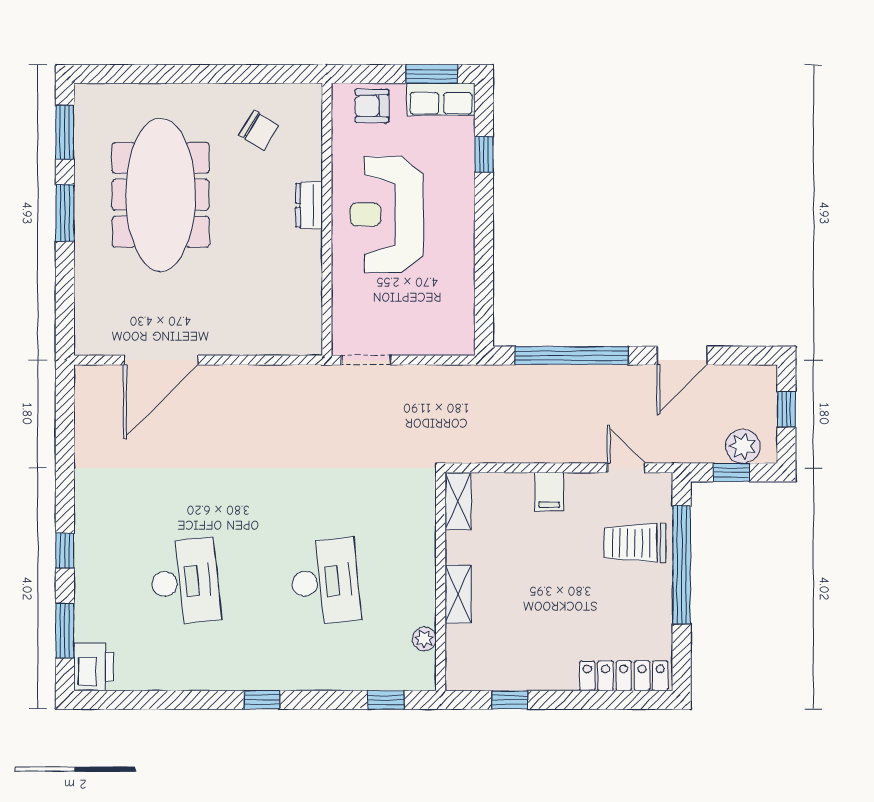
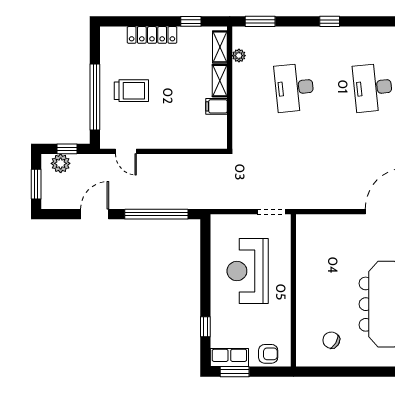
dresser: (309, 205) -> (303, 298), removed
reception desk: (387, 214) -> (248, 271), moved, turned 180
window: (786, 409) -> (36, 184), width x1.50
filing cabinet: (549, 491) -> (216, 106), moved, turned -90
shelving: (458, 501) -> (220, 47), moved
trolley: (635, 543) -> (131, 91), moved
locker: (624, 676) -> (152, 35), moved
window: (386, 700) -> (260, 21), width x1.50

